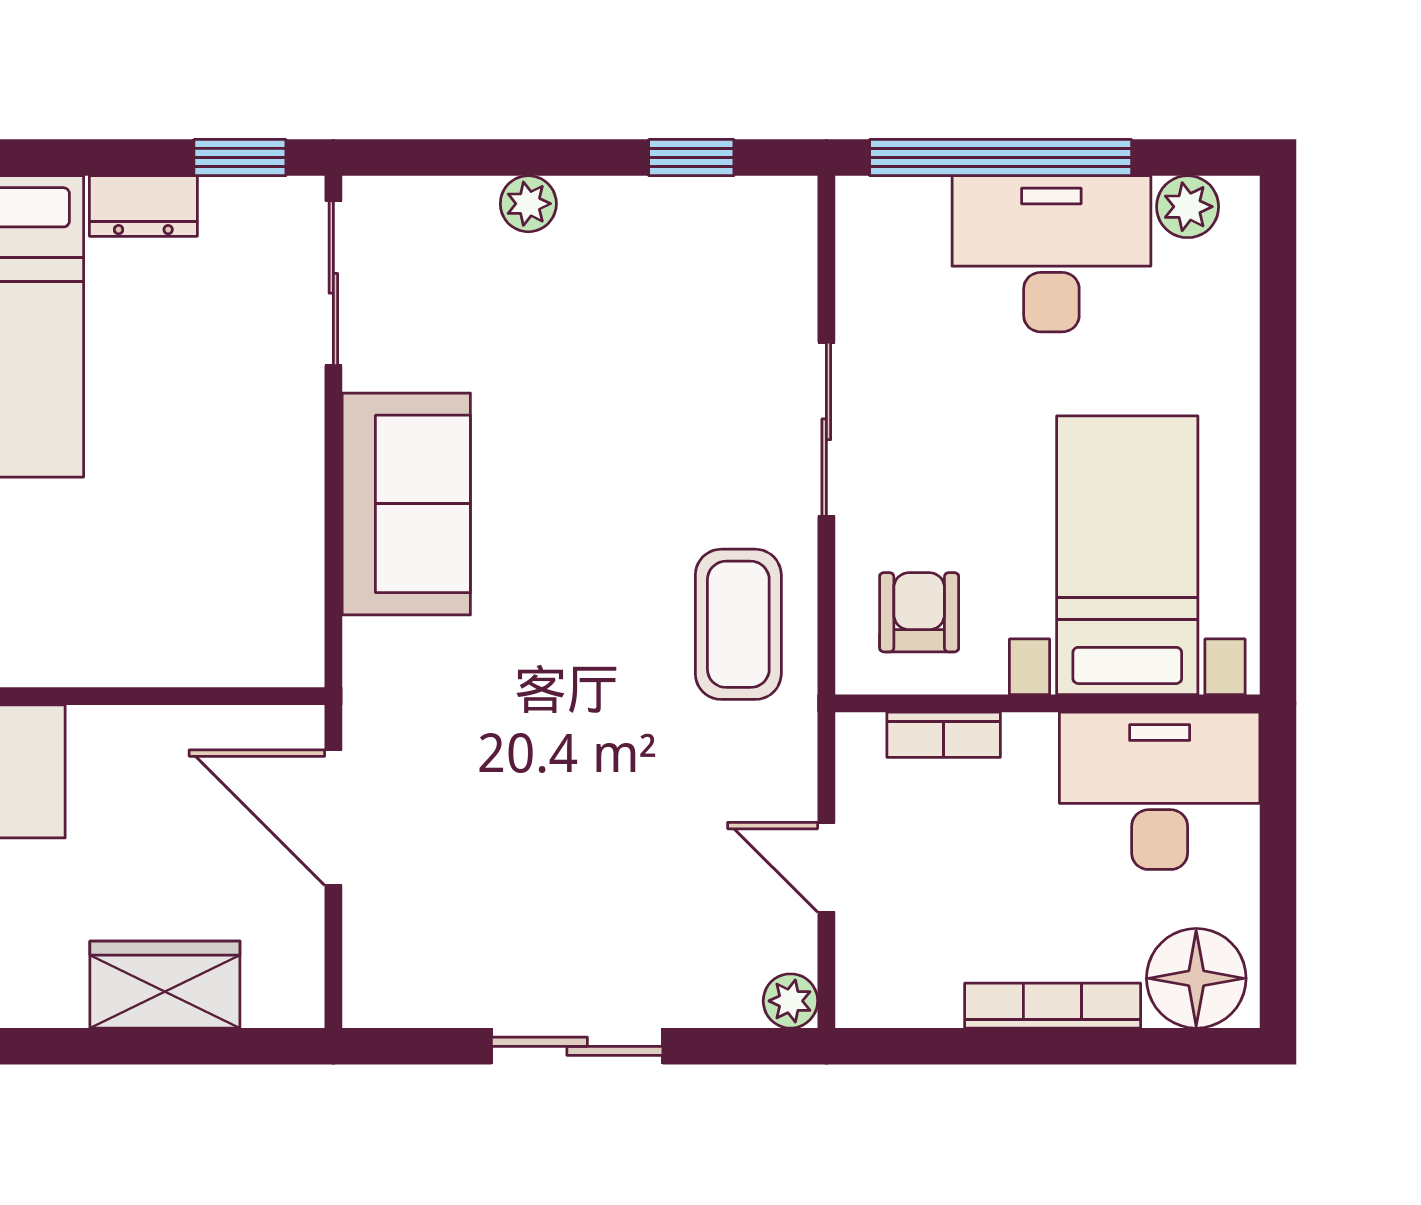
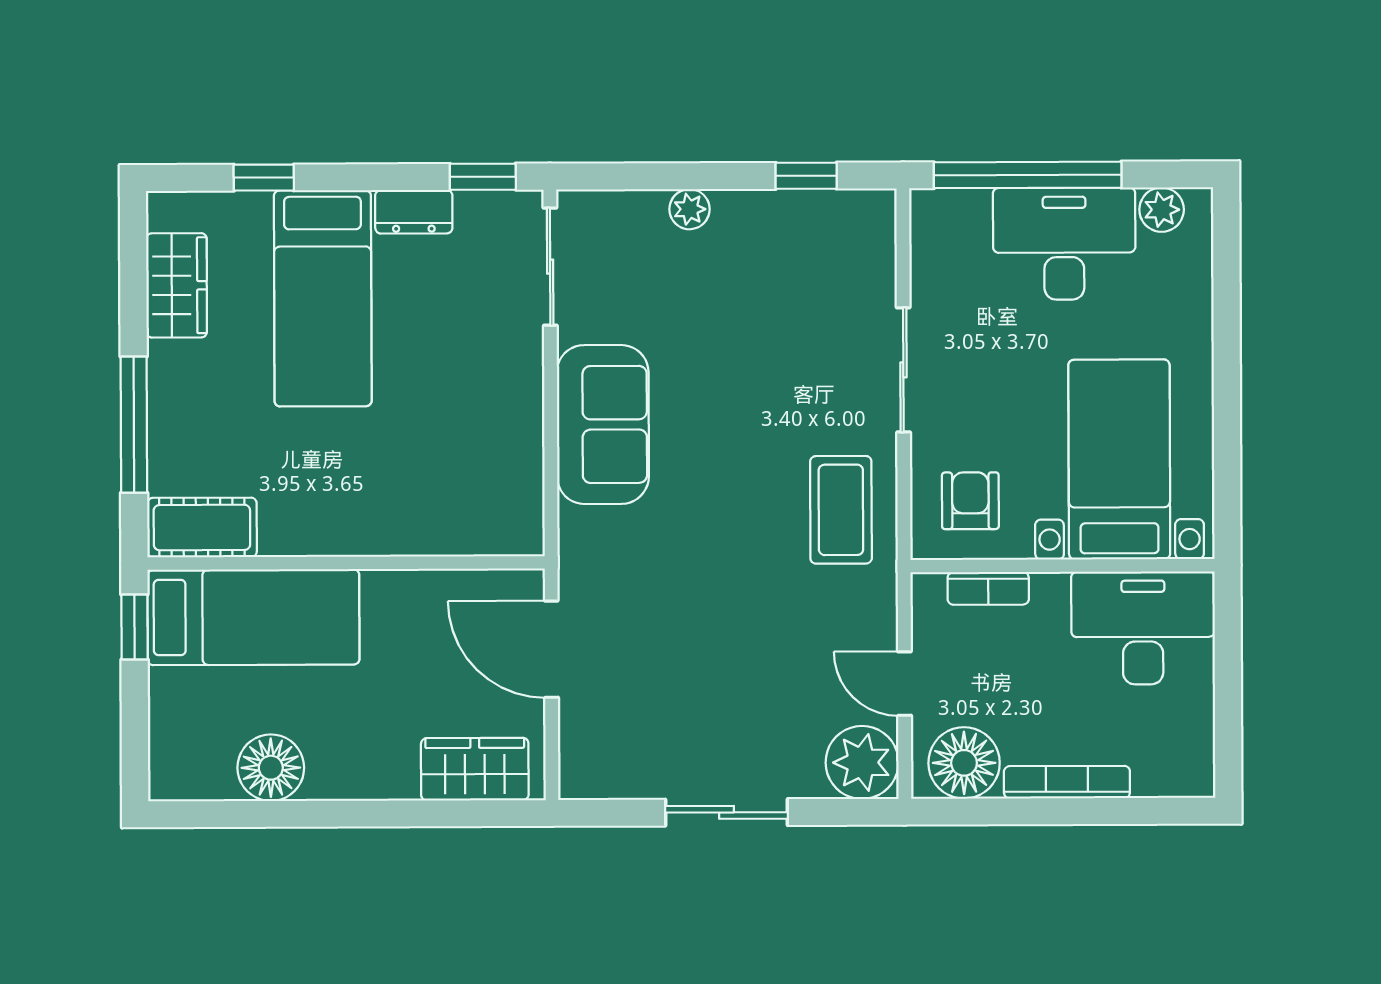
floor lamp: (1196, 978) -> (964, 763), moved
wardrobe: (165, 985) -> (475, 769), moved
plant: (790, 1001) -> (862, 762), width x1.88, depth x1.88

